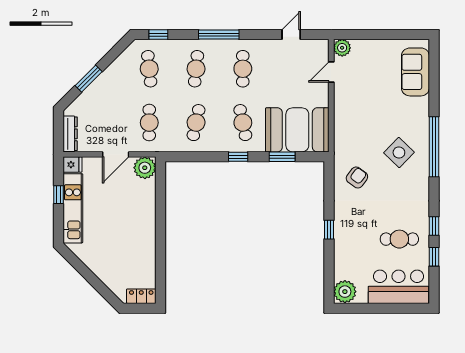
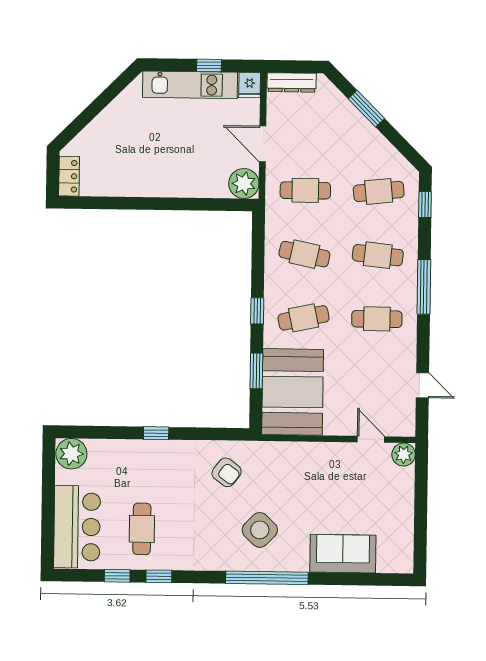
sofa: (415, 72) -> (343, 554), moved

